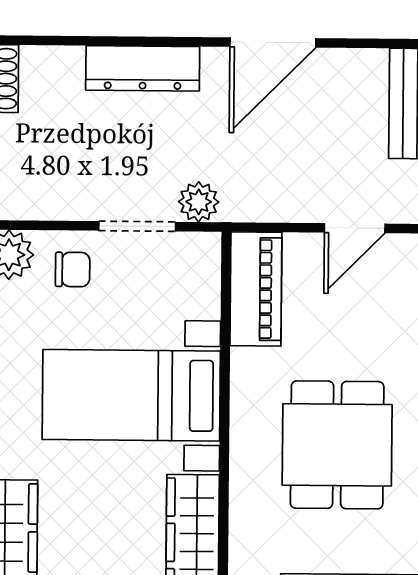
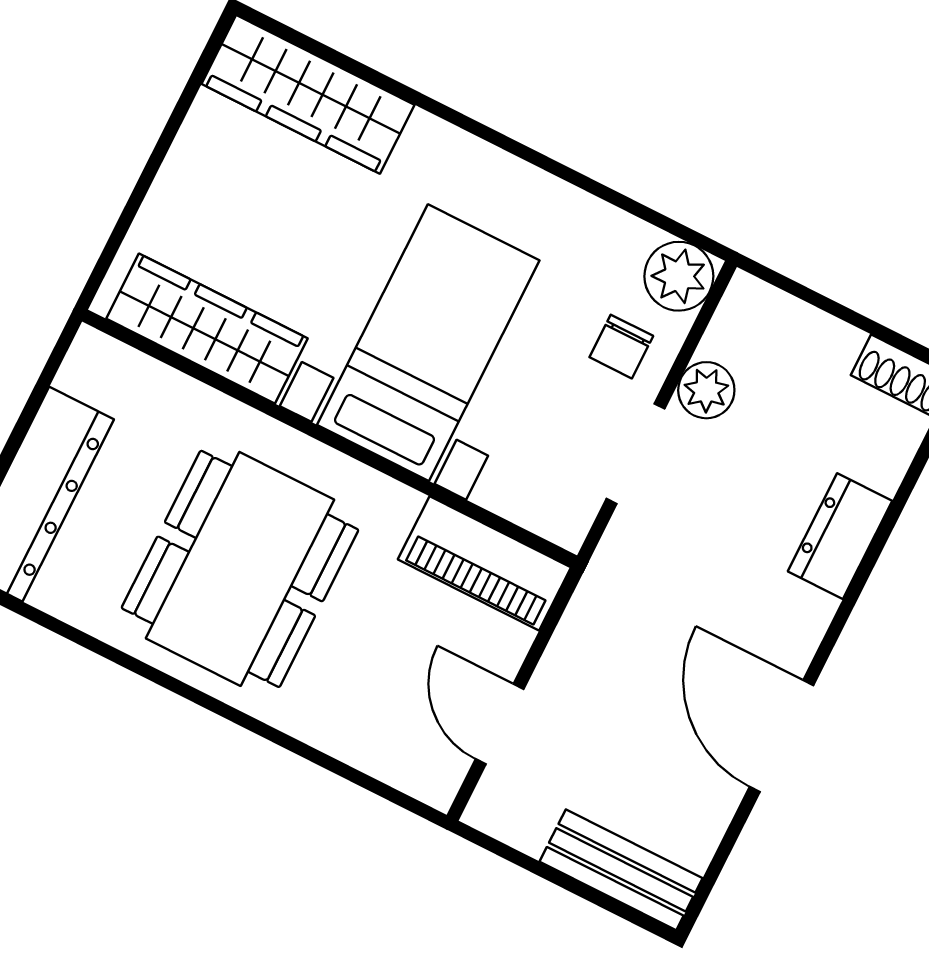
dresser: (143, 68) -> (840, 536), width x0.70
plant: (199, 202) -> (706, 390), moved
dining table: (337, 445) -> (240, 569), width x1.37

